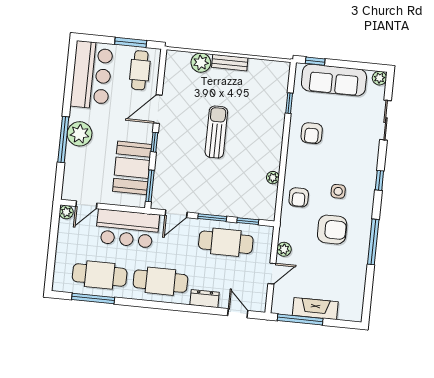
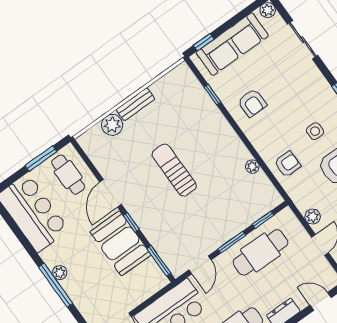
plant: (80, 134) -> (60, 273), width x0.53, depth x0.53
booth: (132, 168) -> (120, 243), moved
armchair: (299, 197) -> (287, 164), turned -90

